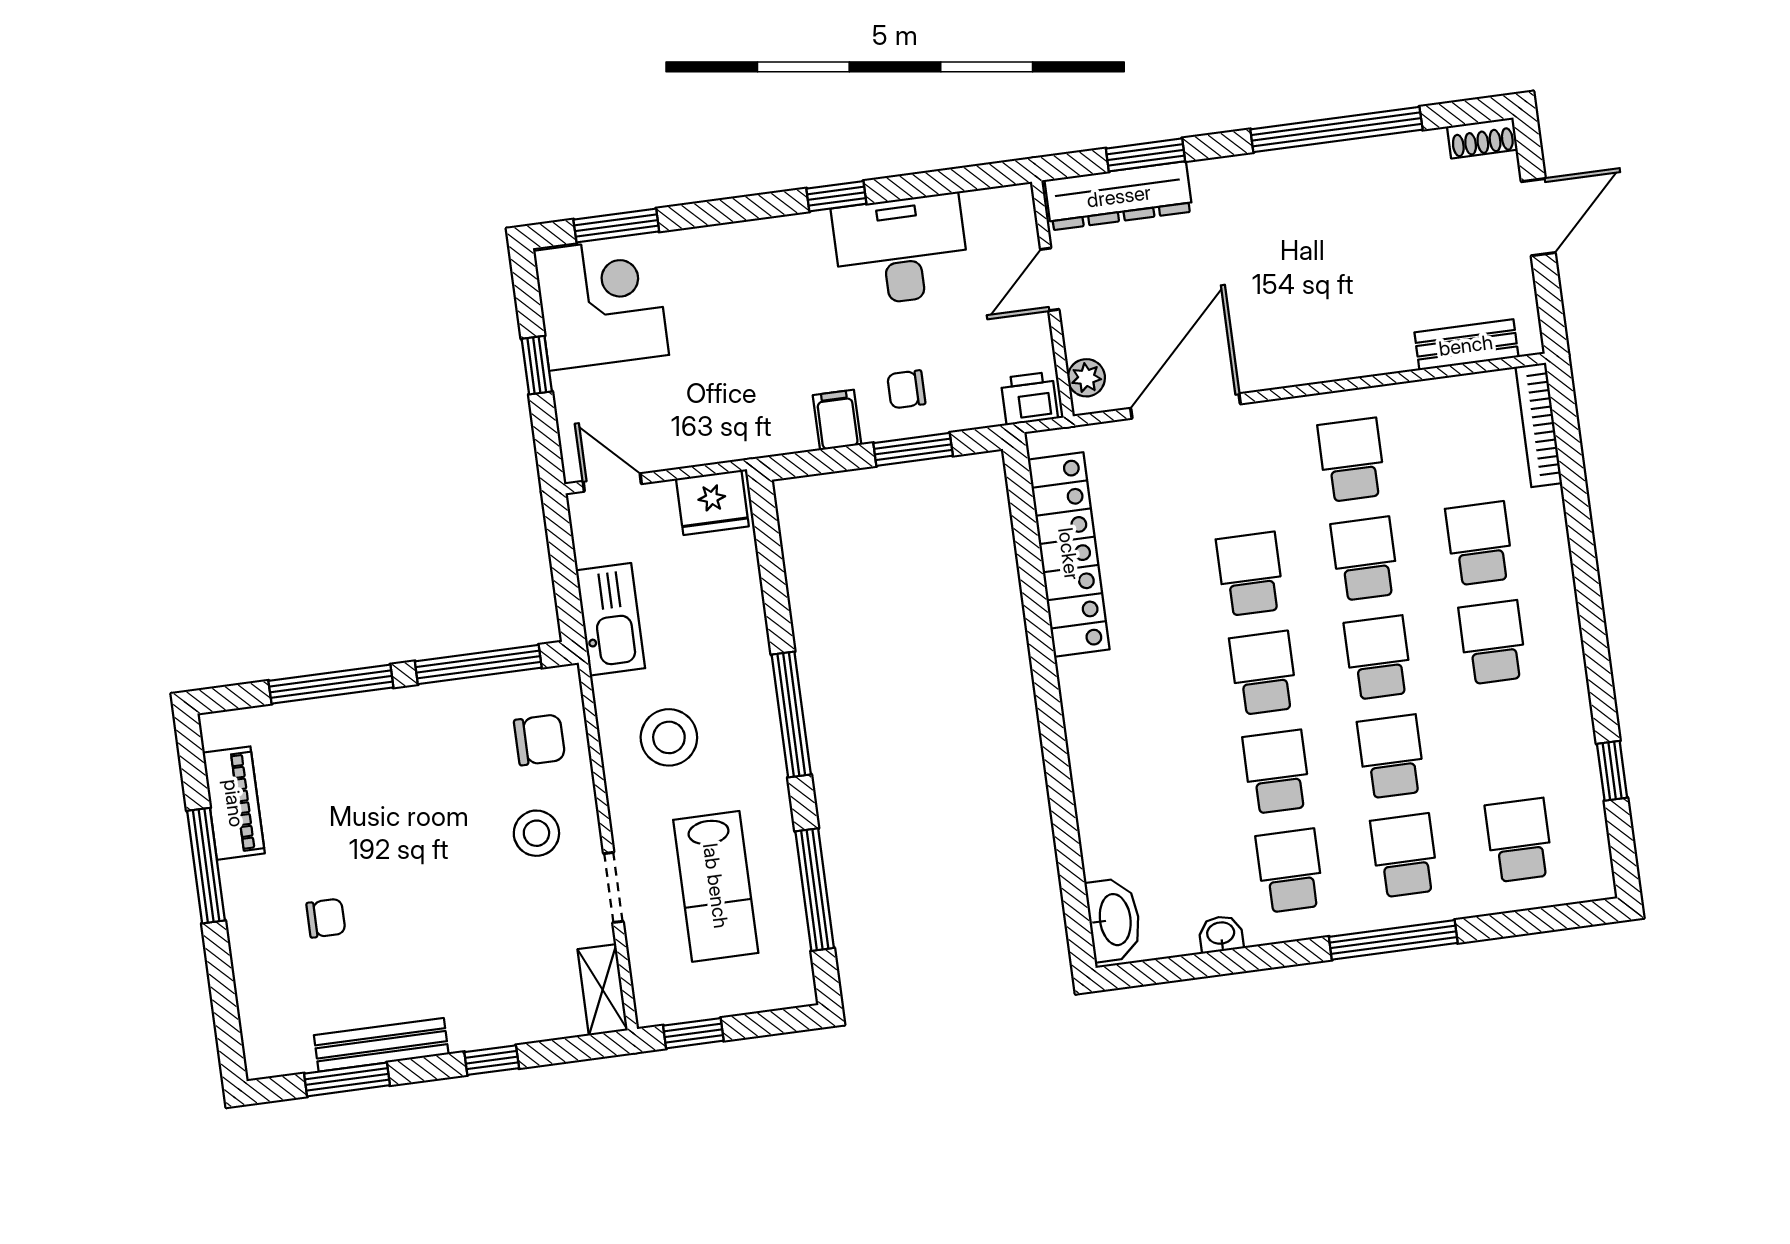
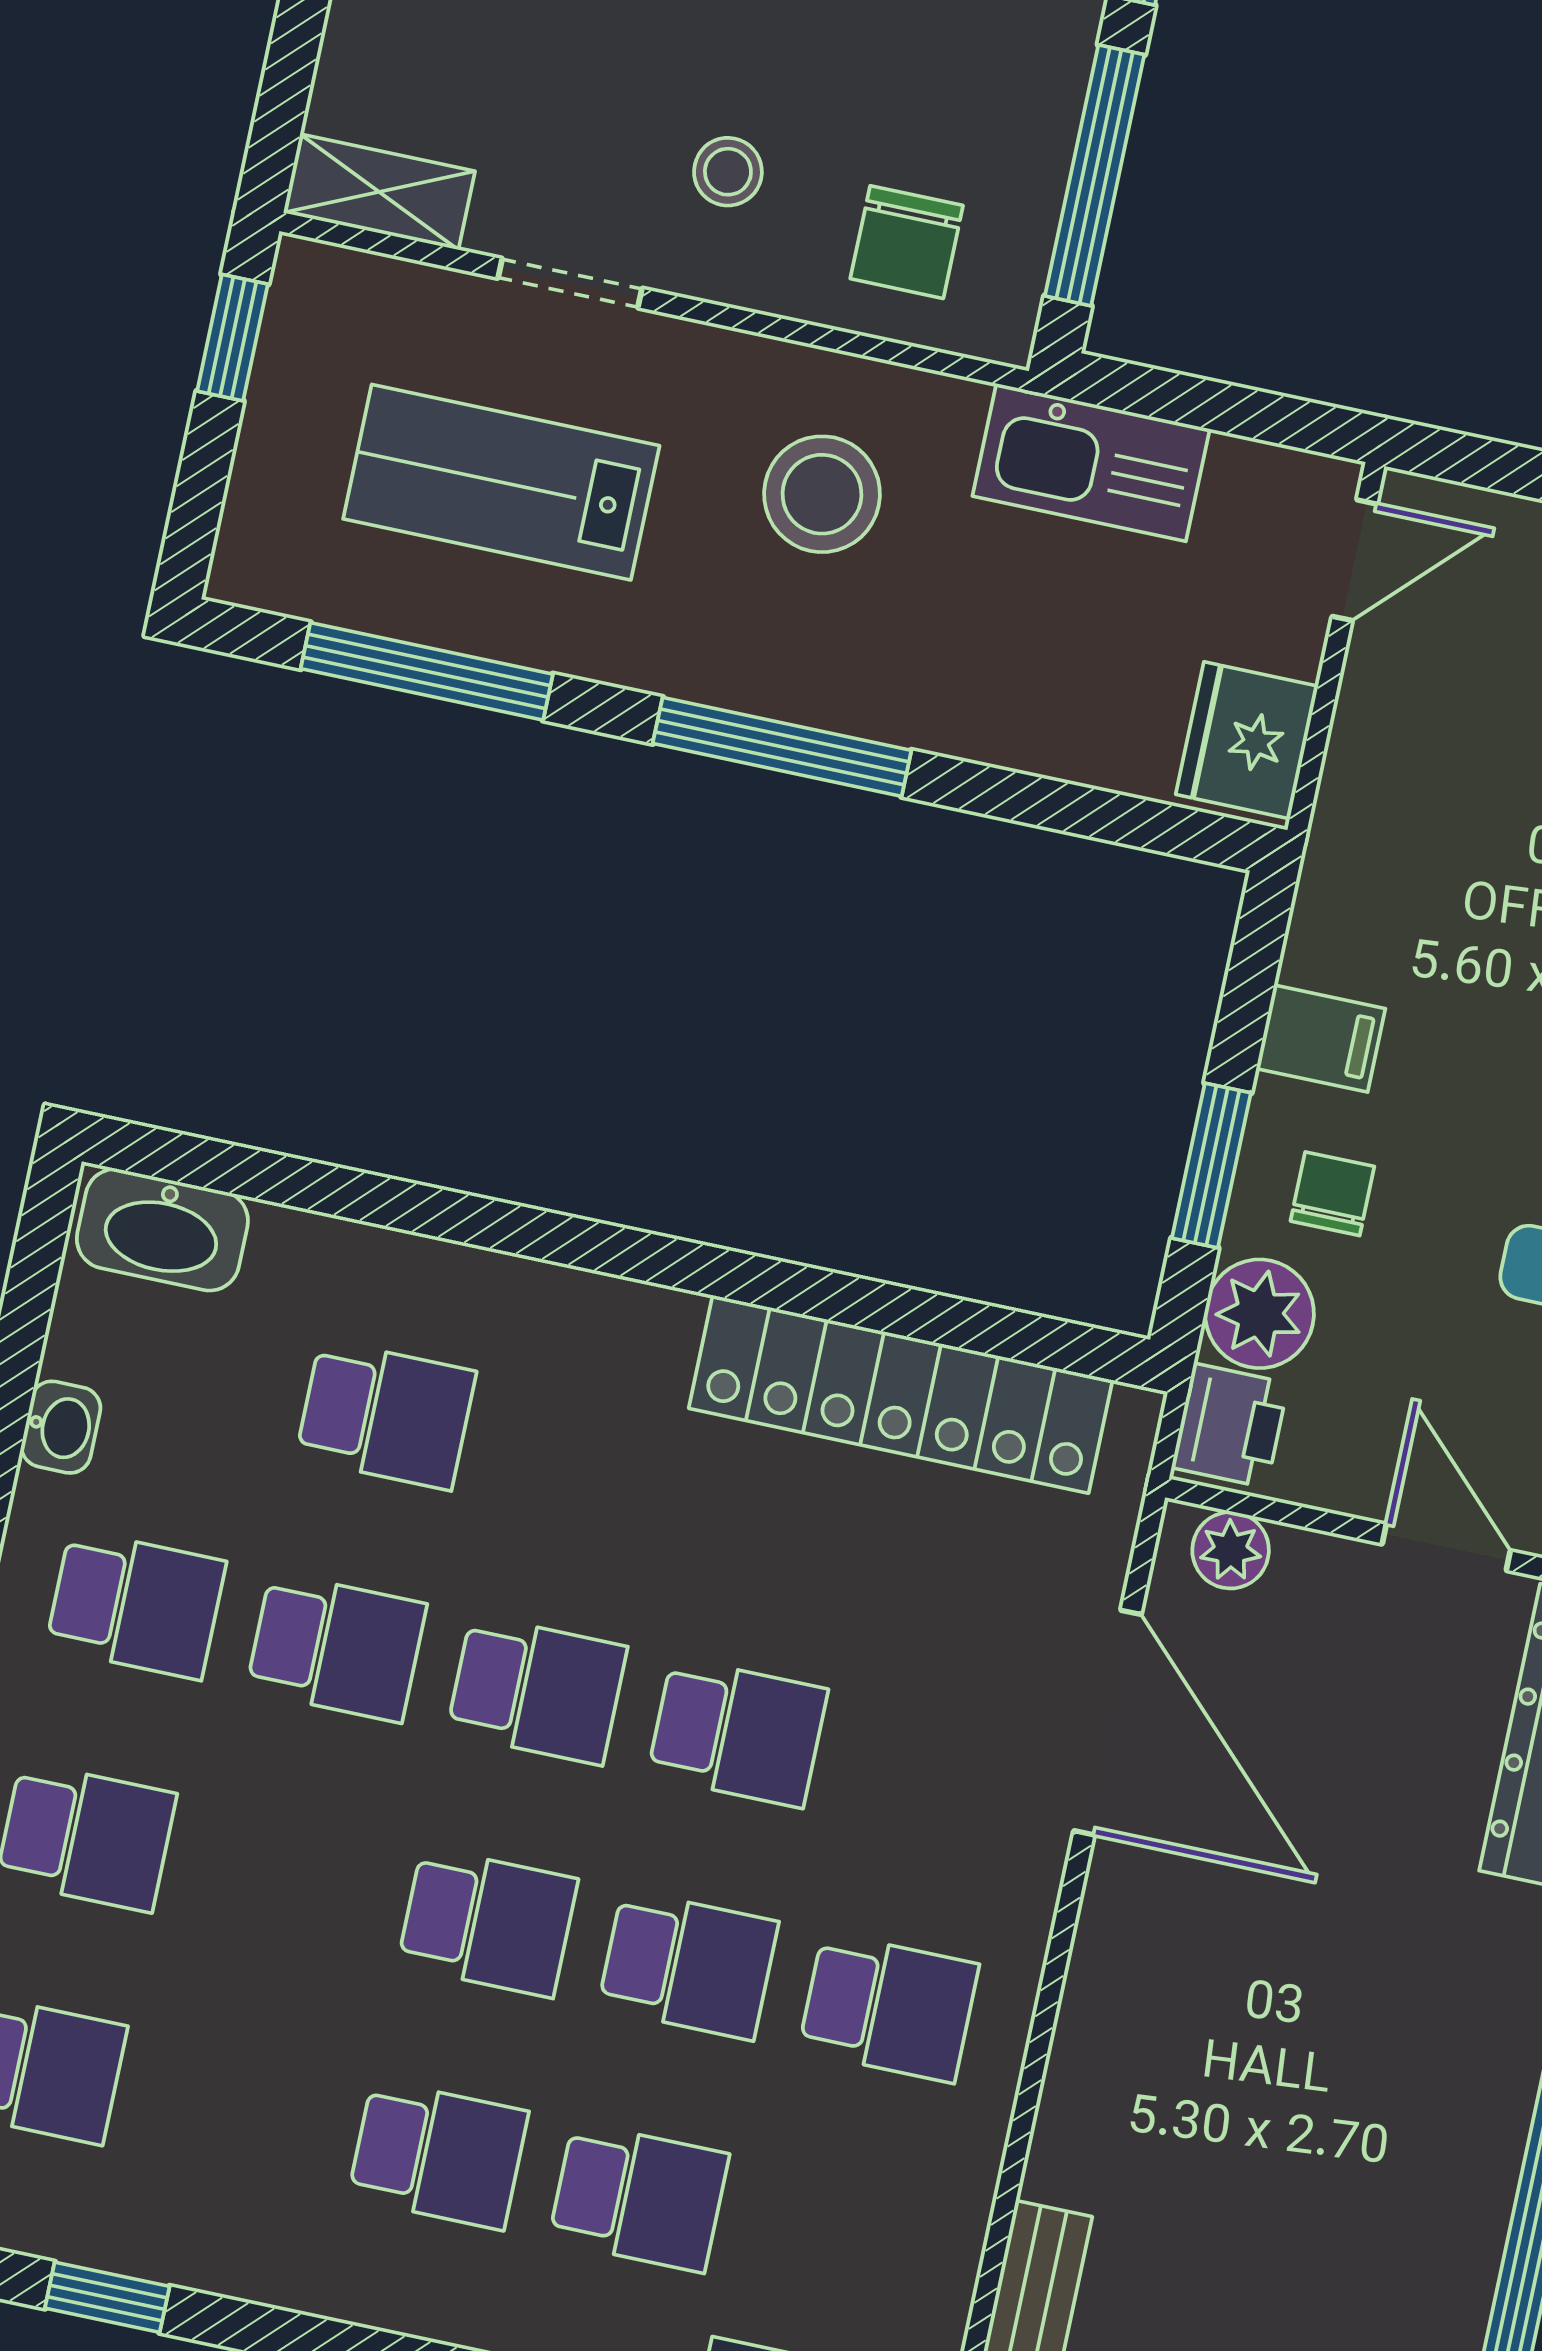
plant: (973, 403) -> (1260, 1314), added
school desk: (1391, 757) -> (386, 1415), moved
stool: (536, 833) -> (728, 172), width x0.73, depth x0.73

